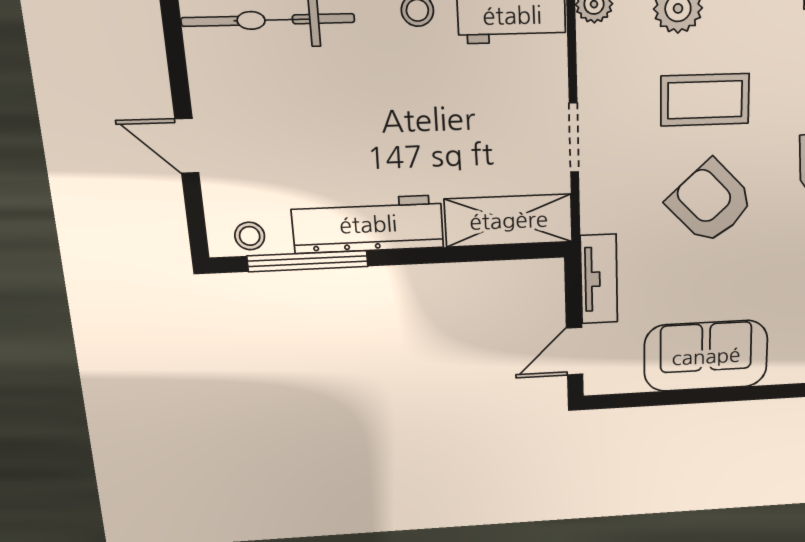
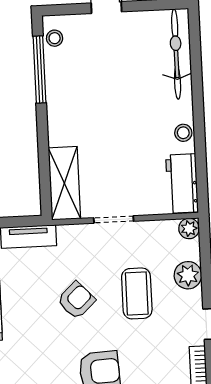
armchair: (710, 202) -> (76, 300), width x0.72, depth x0.72
workbench: (368, 224) -> (62, 104), removed

